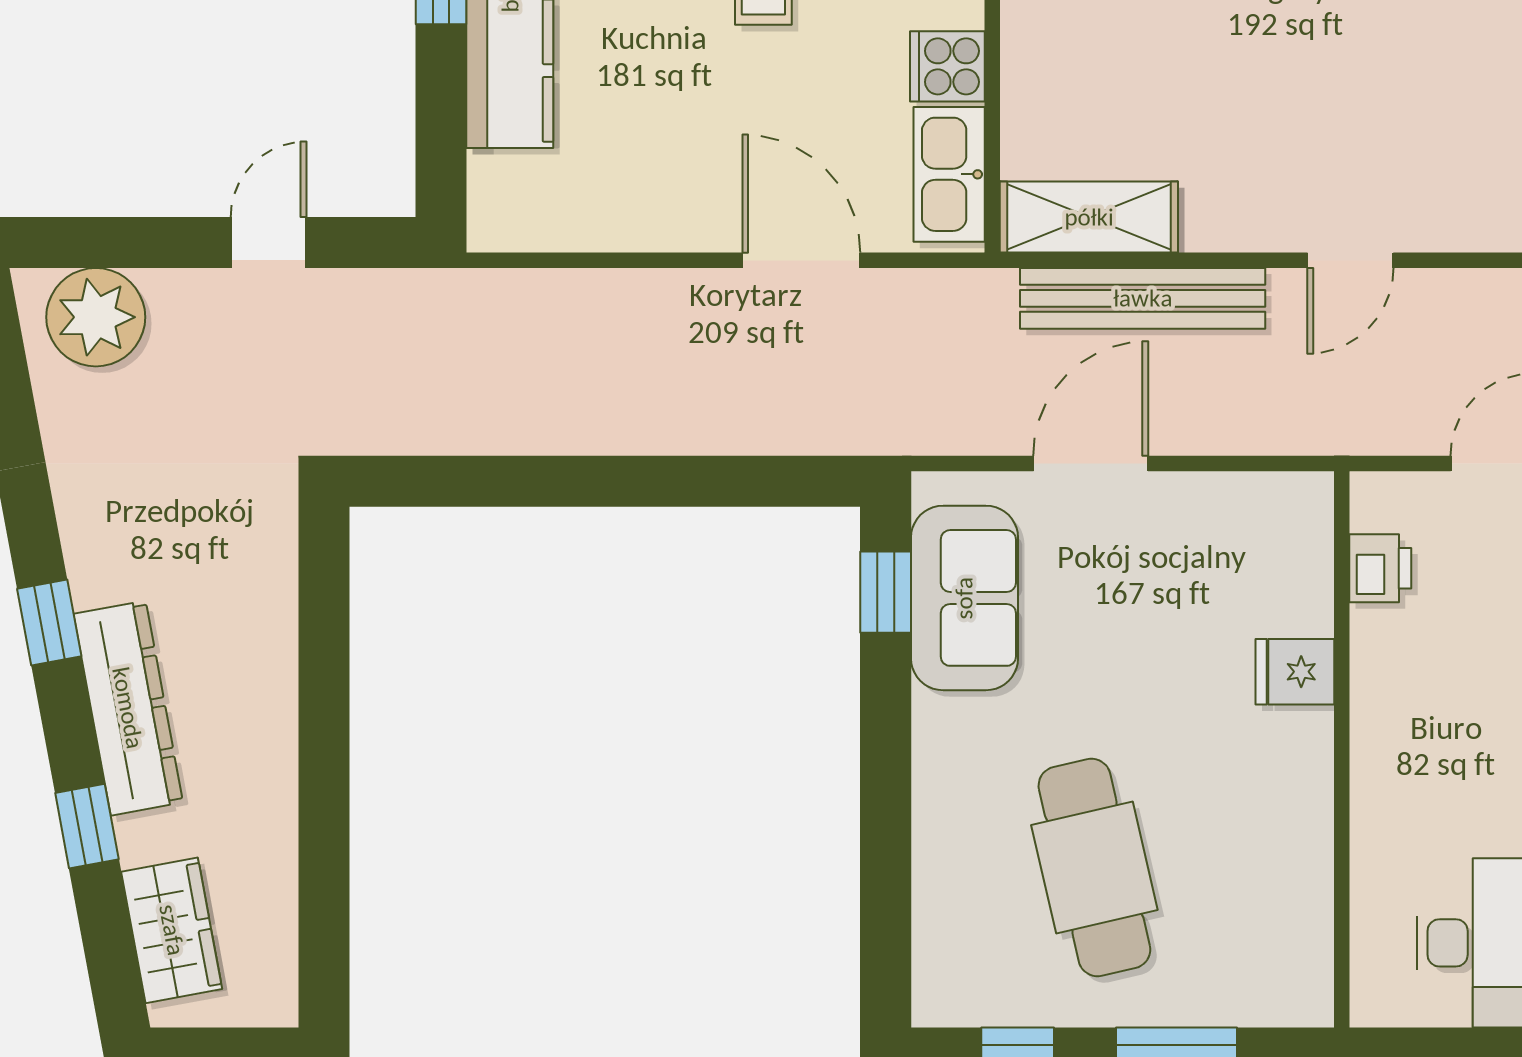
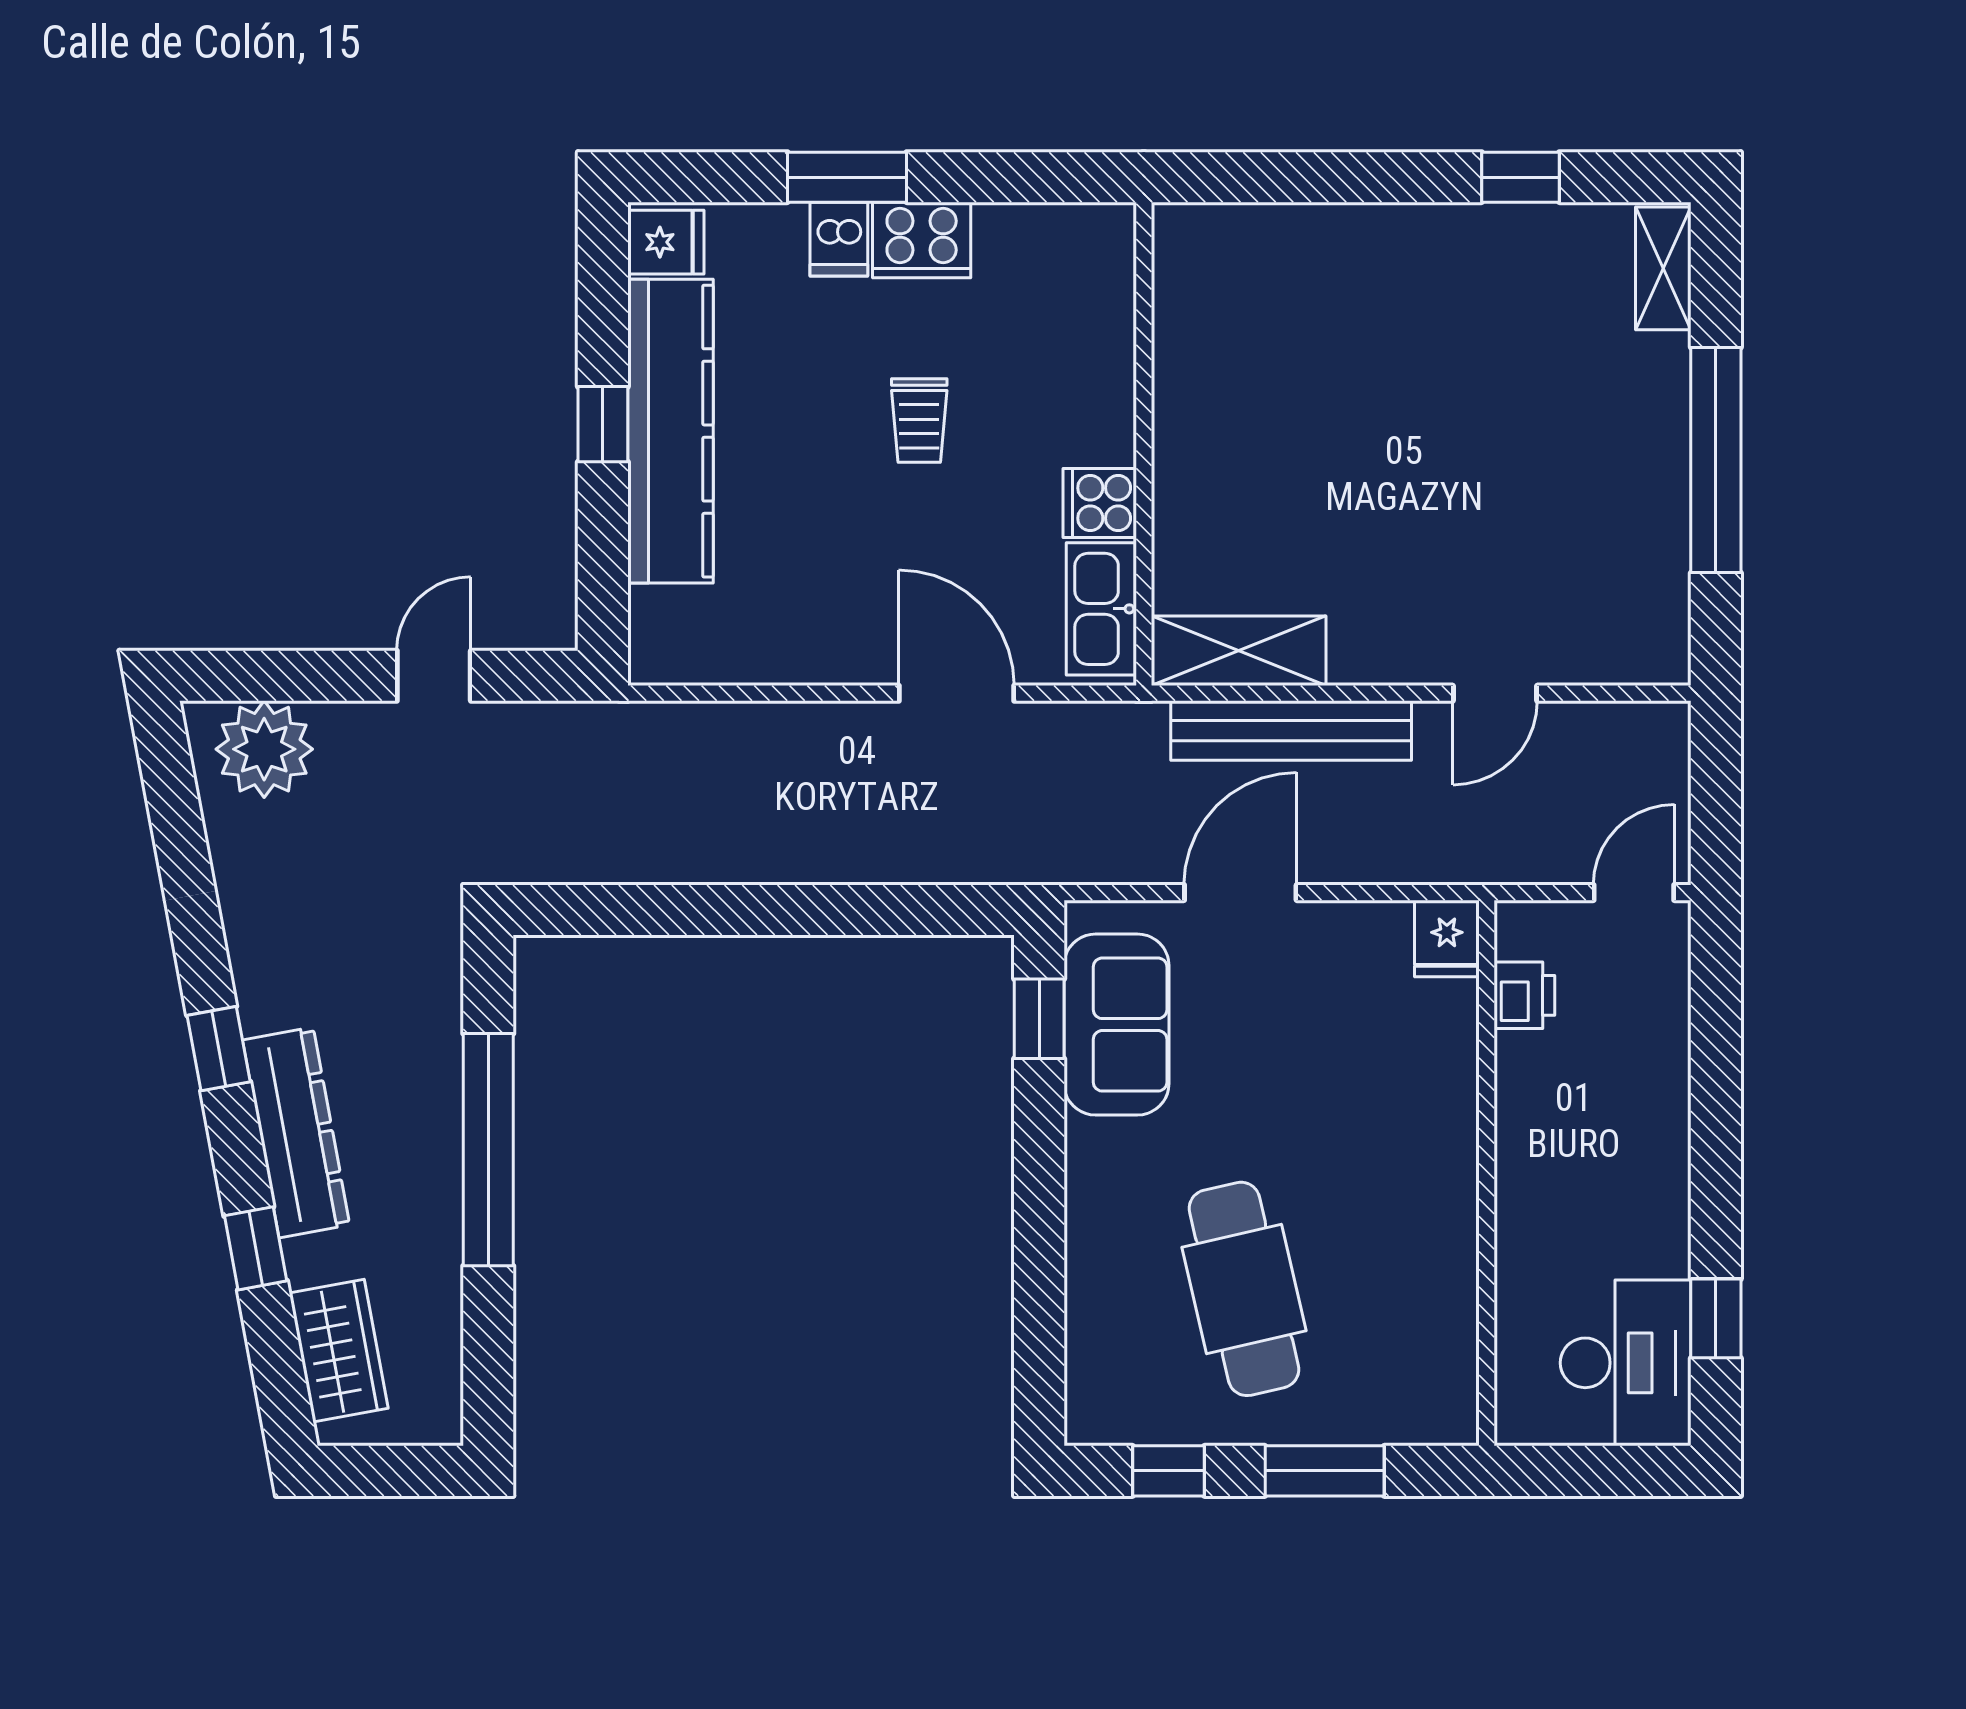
fridge: (1295, 672) -> (1447, 939), moved, turned -90
window: (324, 726) -> (488, 1150), added

